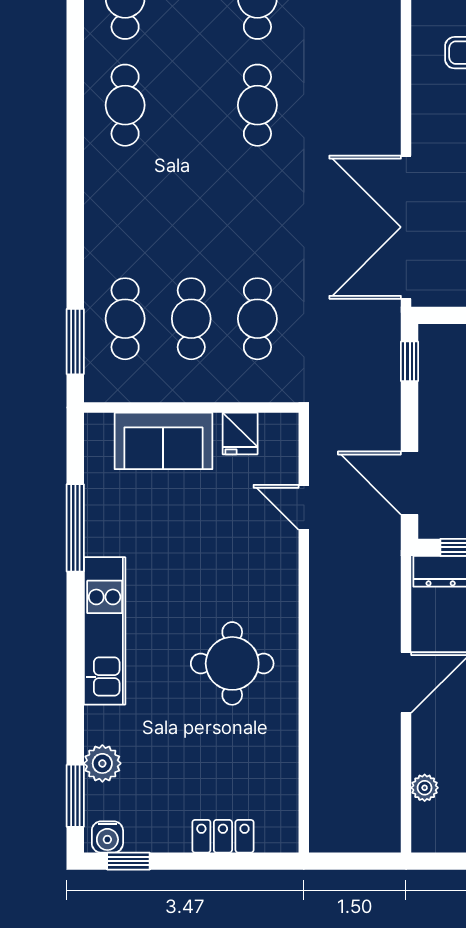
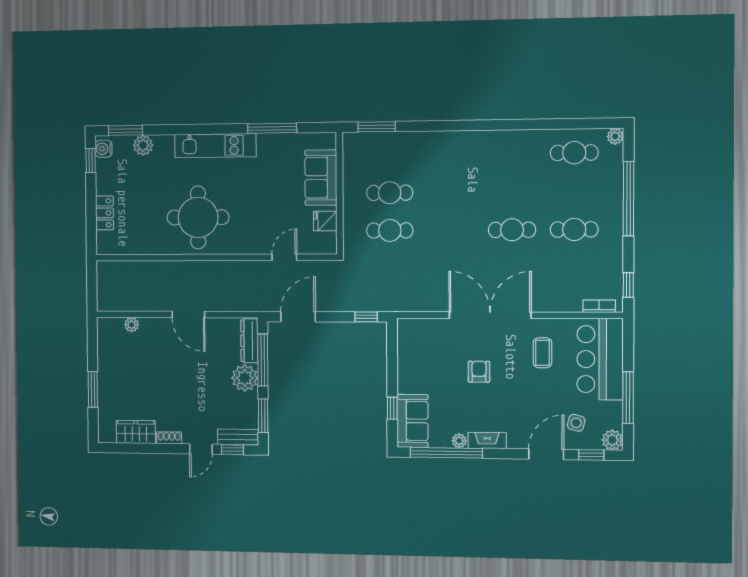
cafe table: (125, 105) -> (512, 153), removed
double door: (406, 227) -> (490, 315), moved
cafe table: (125, 319) -> (390, 155), removed
round table: (232, 663) -> (198, 217), width x1.36, depth x1.36

